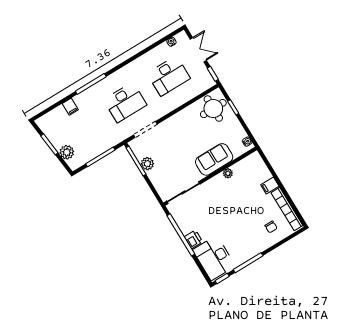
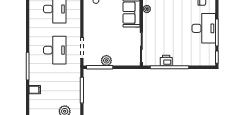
printer: (193, 239) -> (166, 60), moved
desk: (214, 258) -> (204, 28), moved, turned -90

